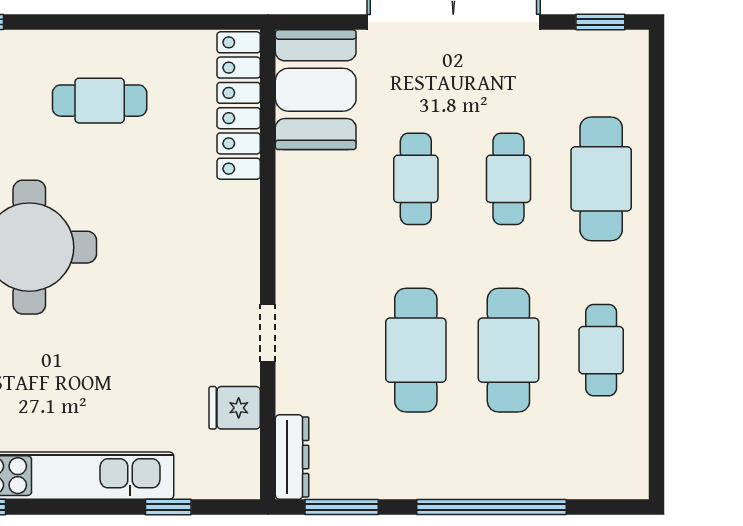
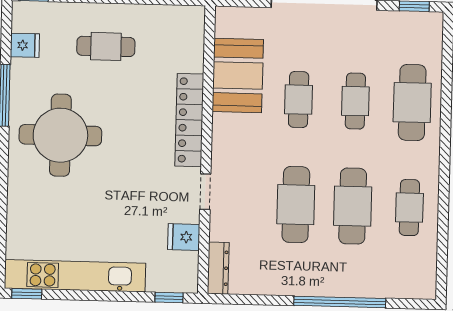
booth: (316, 90) -> (238, 75), moved
locker: (239, 106) -> (189, 120), moved
window: (168, 507) -> (169, 297), moved
window: (342, 507) -> (248, 300), removed

